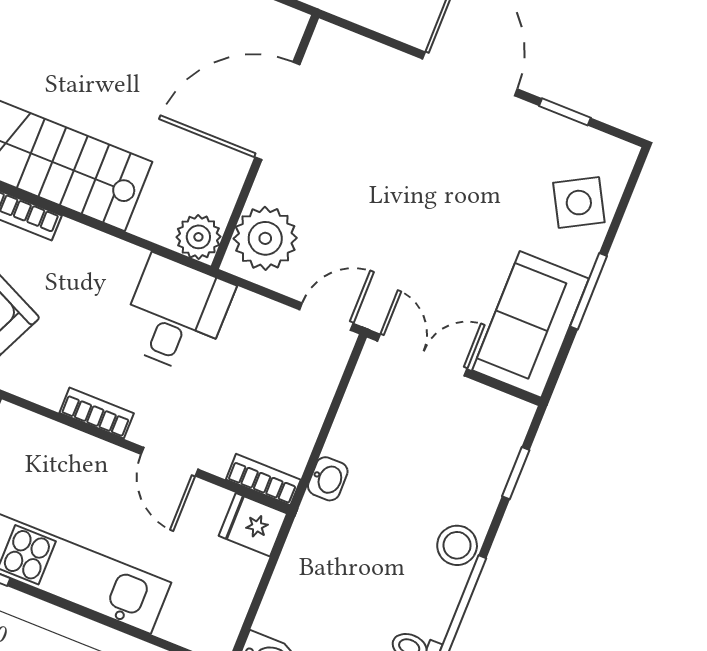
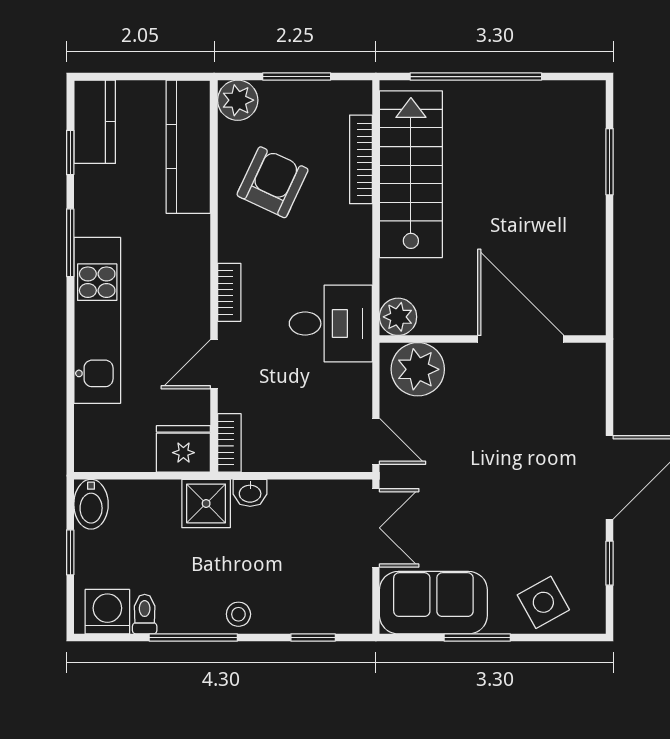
fridge: (253, 525) -> (183, 449), width x1.38
shower: (320, 532) -> (206, 503), added
stool: (457, 545) -> (238, 614), width x0.73, depth x0.73

